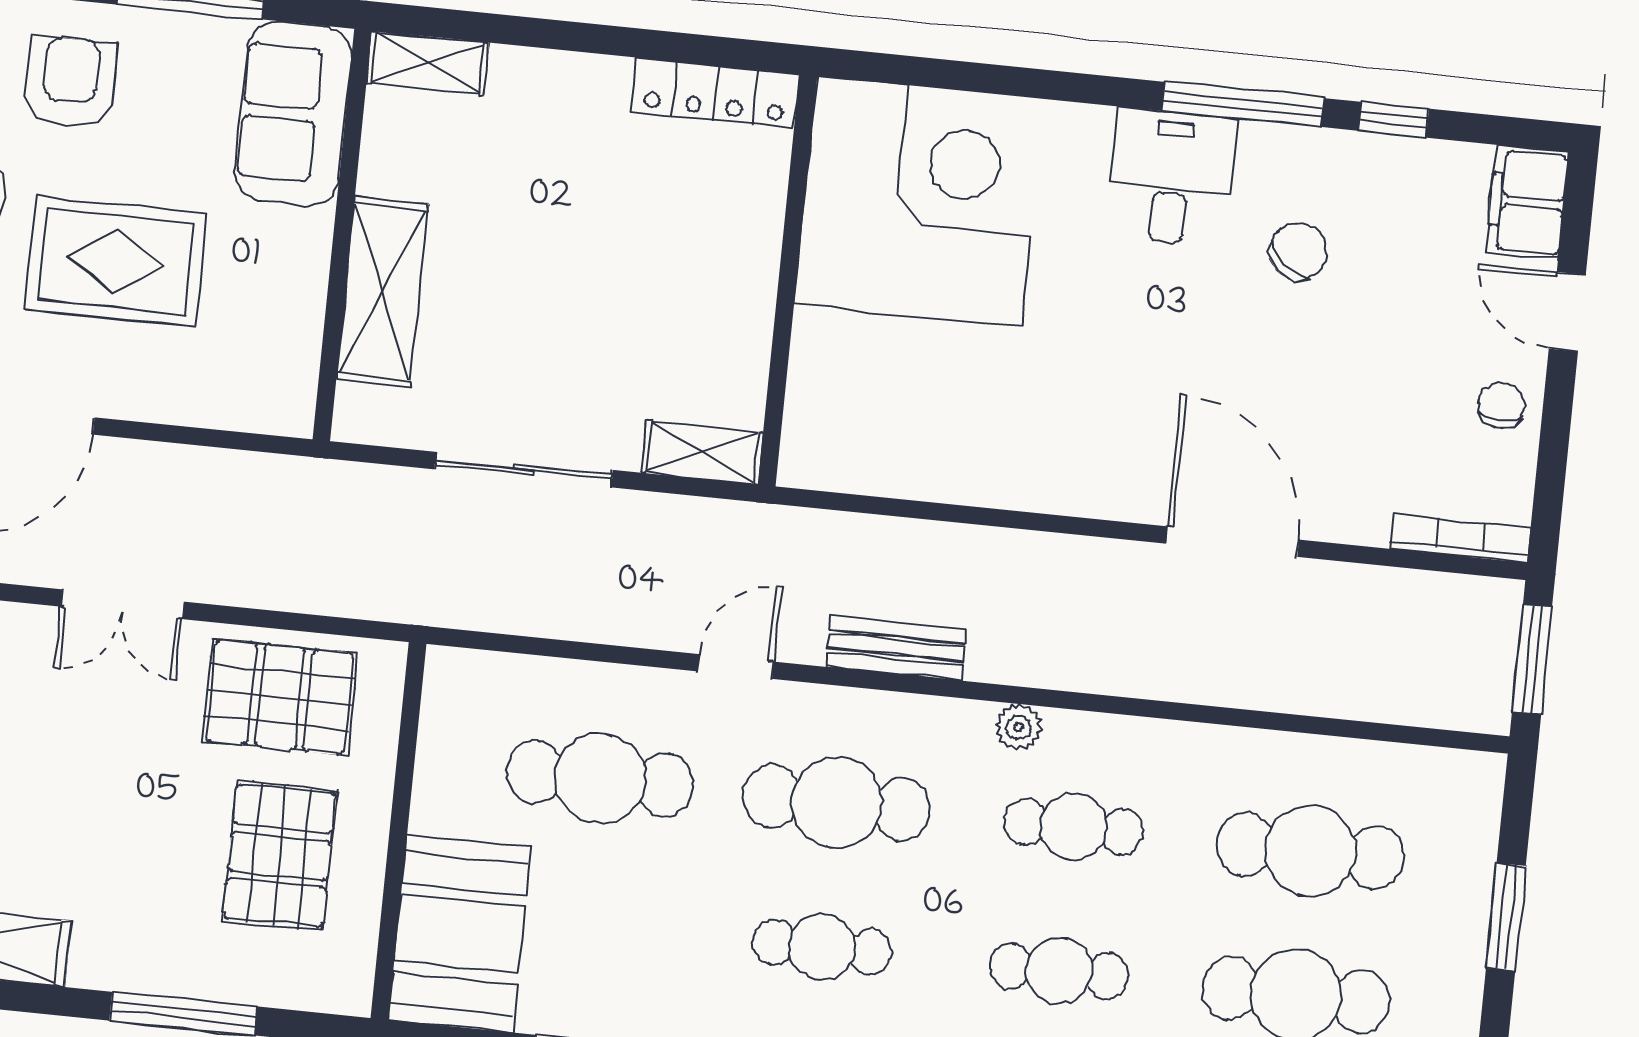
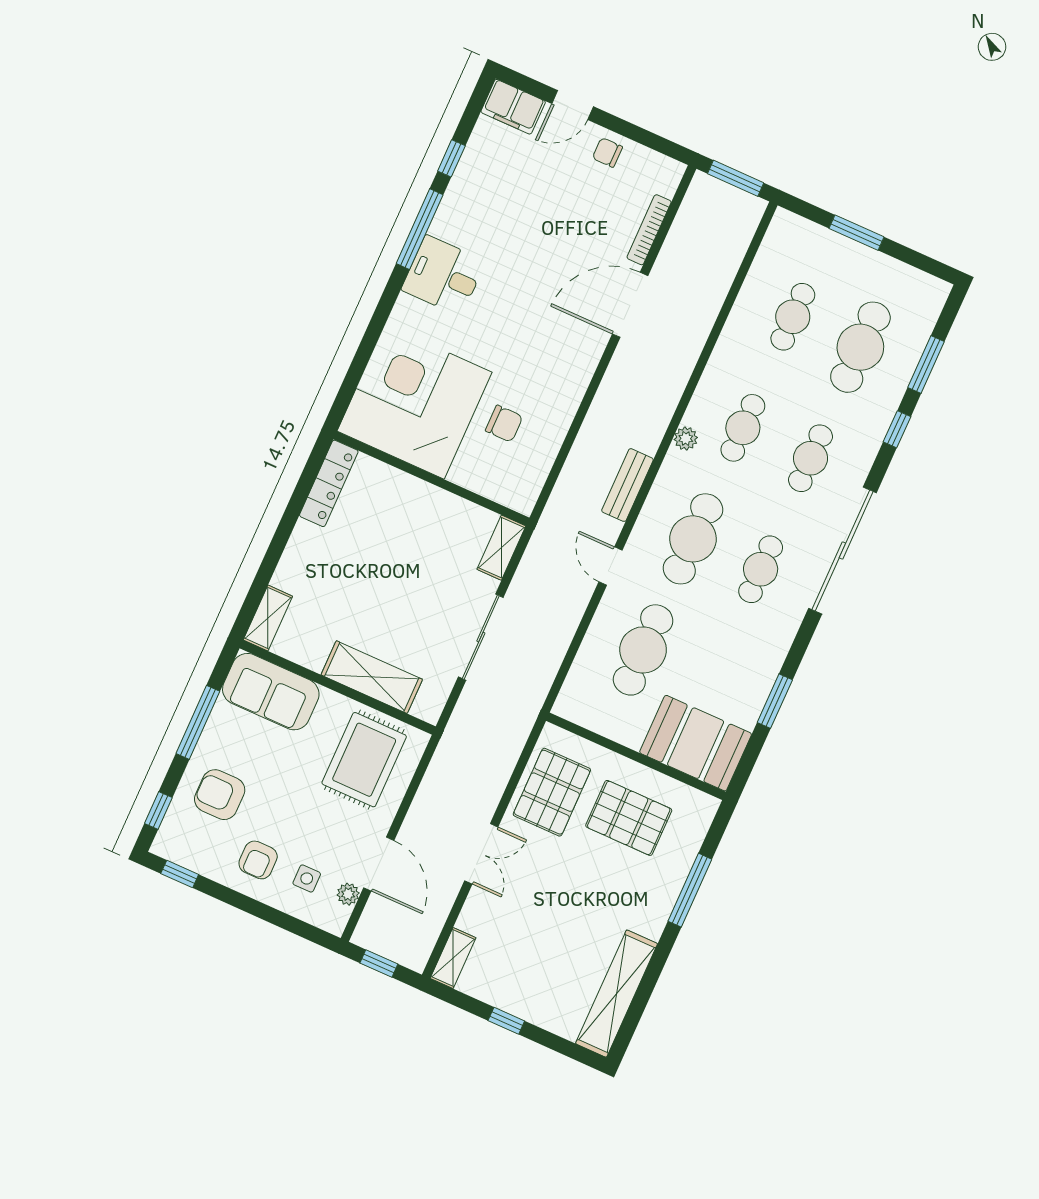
chair: (1298, 251) -> (504, 424), moved, turned 140
rug: (116, 262) -> (364, 760), moved
bookcase: (1460, 538) -> (649, 230), moved
cafe table: (1310, 851) -> (793, 317), width x0.73, depth x0.74

